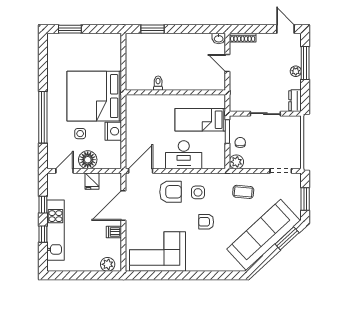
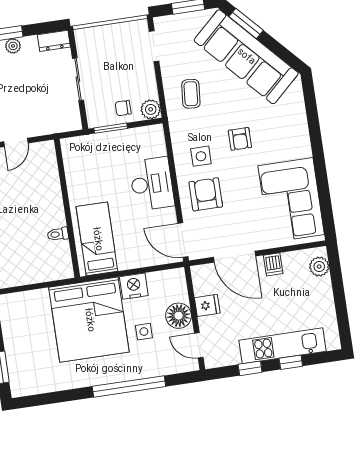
bed: (200, 120) -> (97, 239), moved, turned 180

